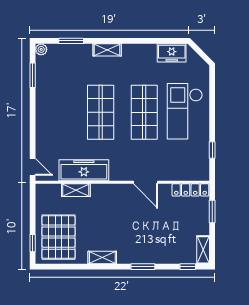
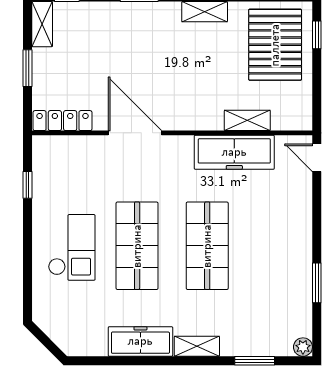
freezer: (172, 53) -> (140, 341), moved, width x1.40
window: (33, 75) -> (317, 283), moved
checkout: (185, 111) -> (72, 247), width x0.73, depth x0.83
door: (146, 182) -> (135, 133), width x1.36
window: (212, 212) -> (28, 68), moved

